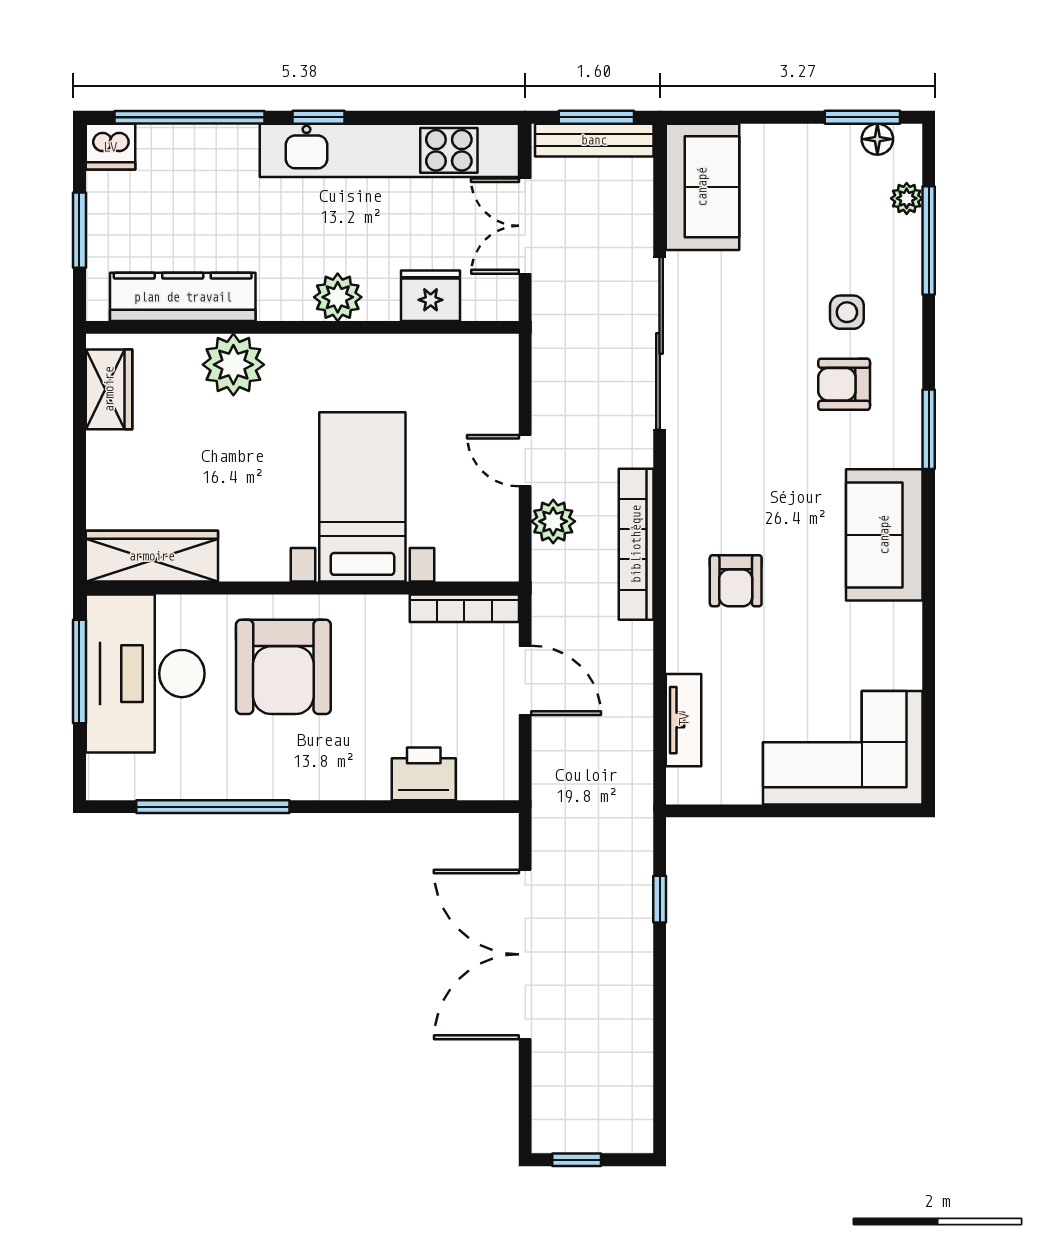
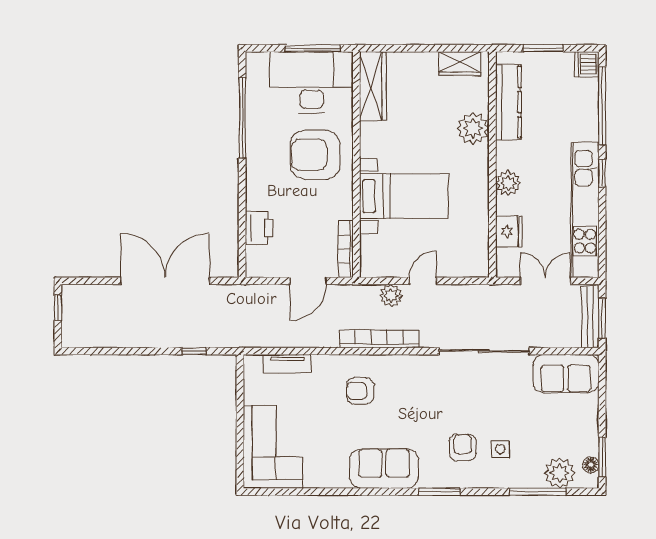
plant: (907, 198) -> (560, 473), width x1.87, depth x1.87

